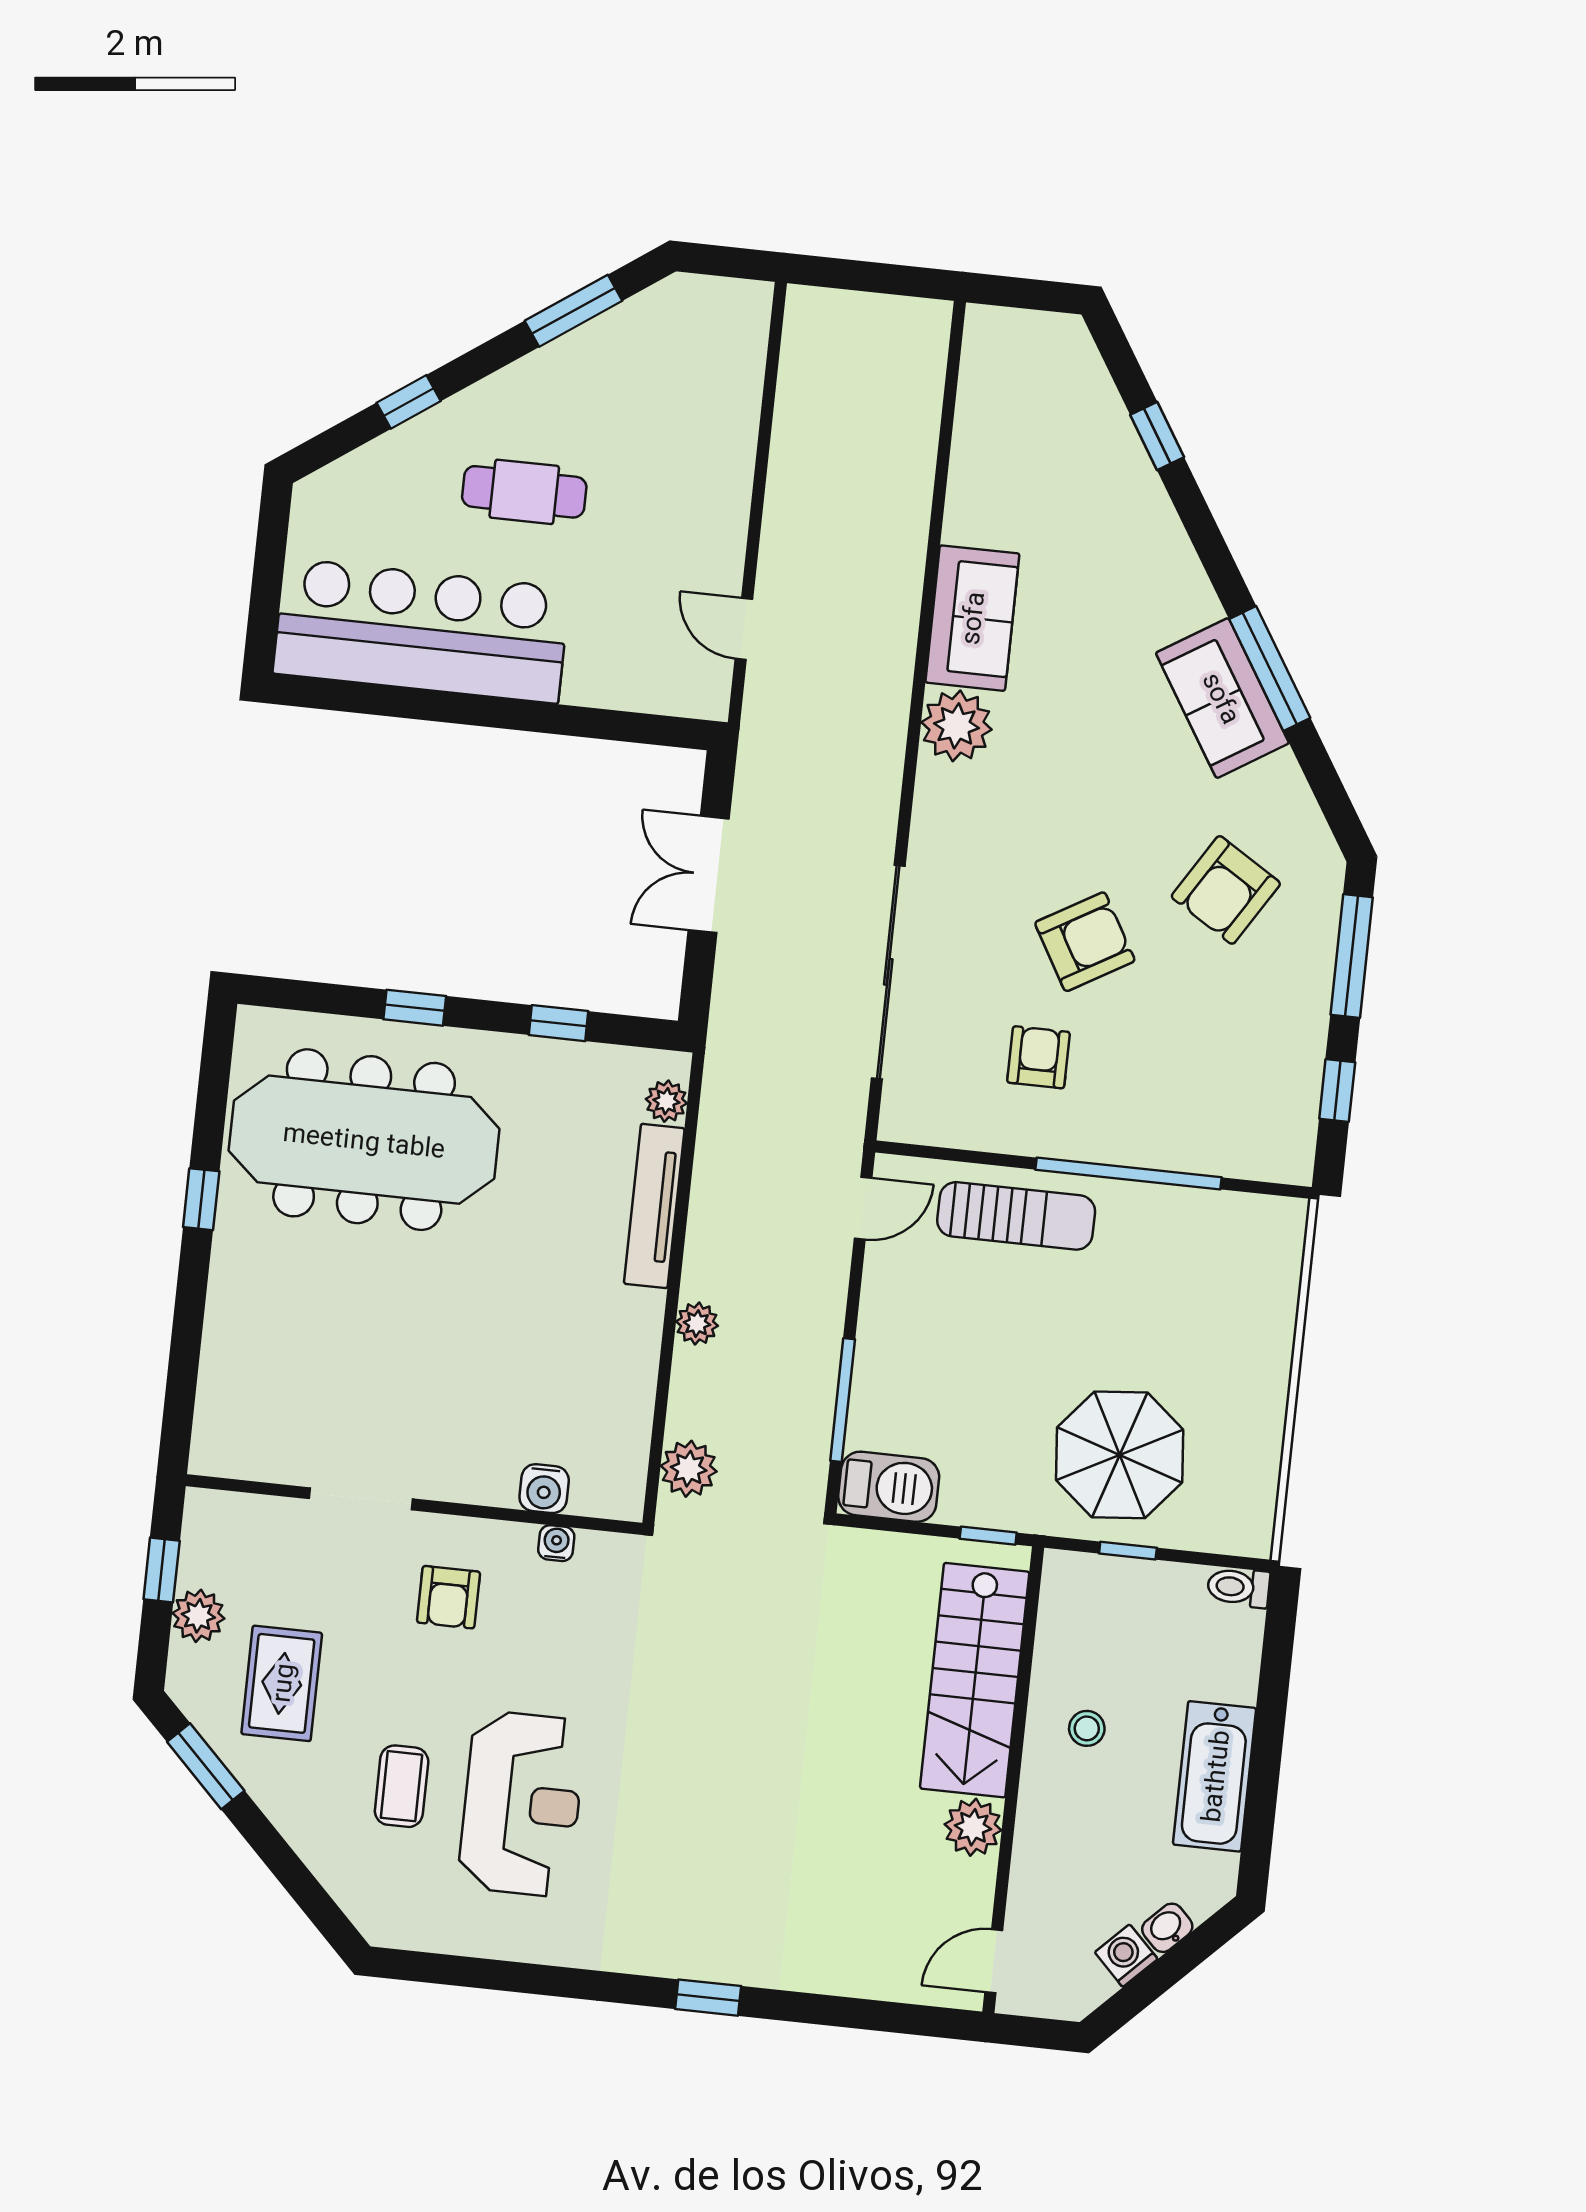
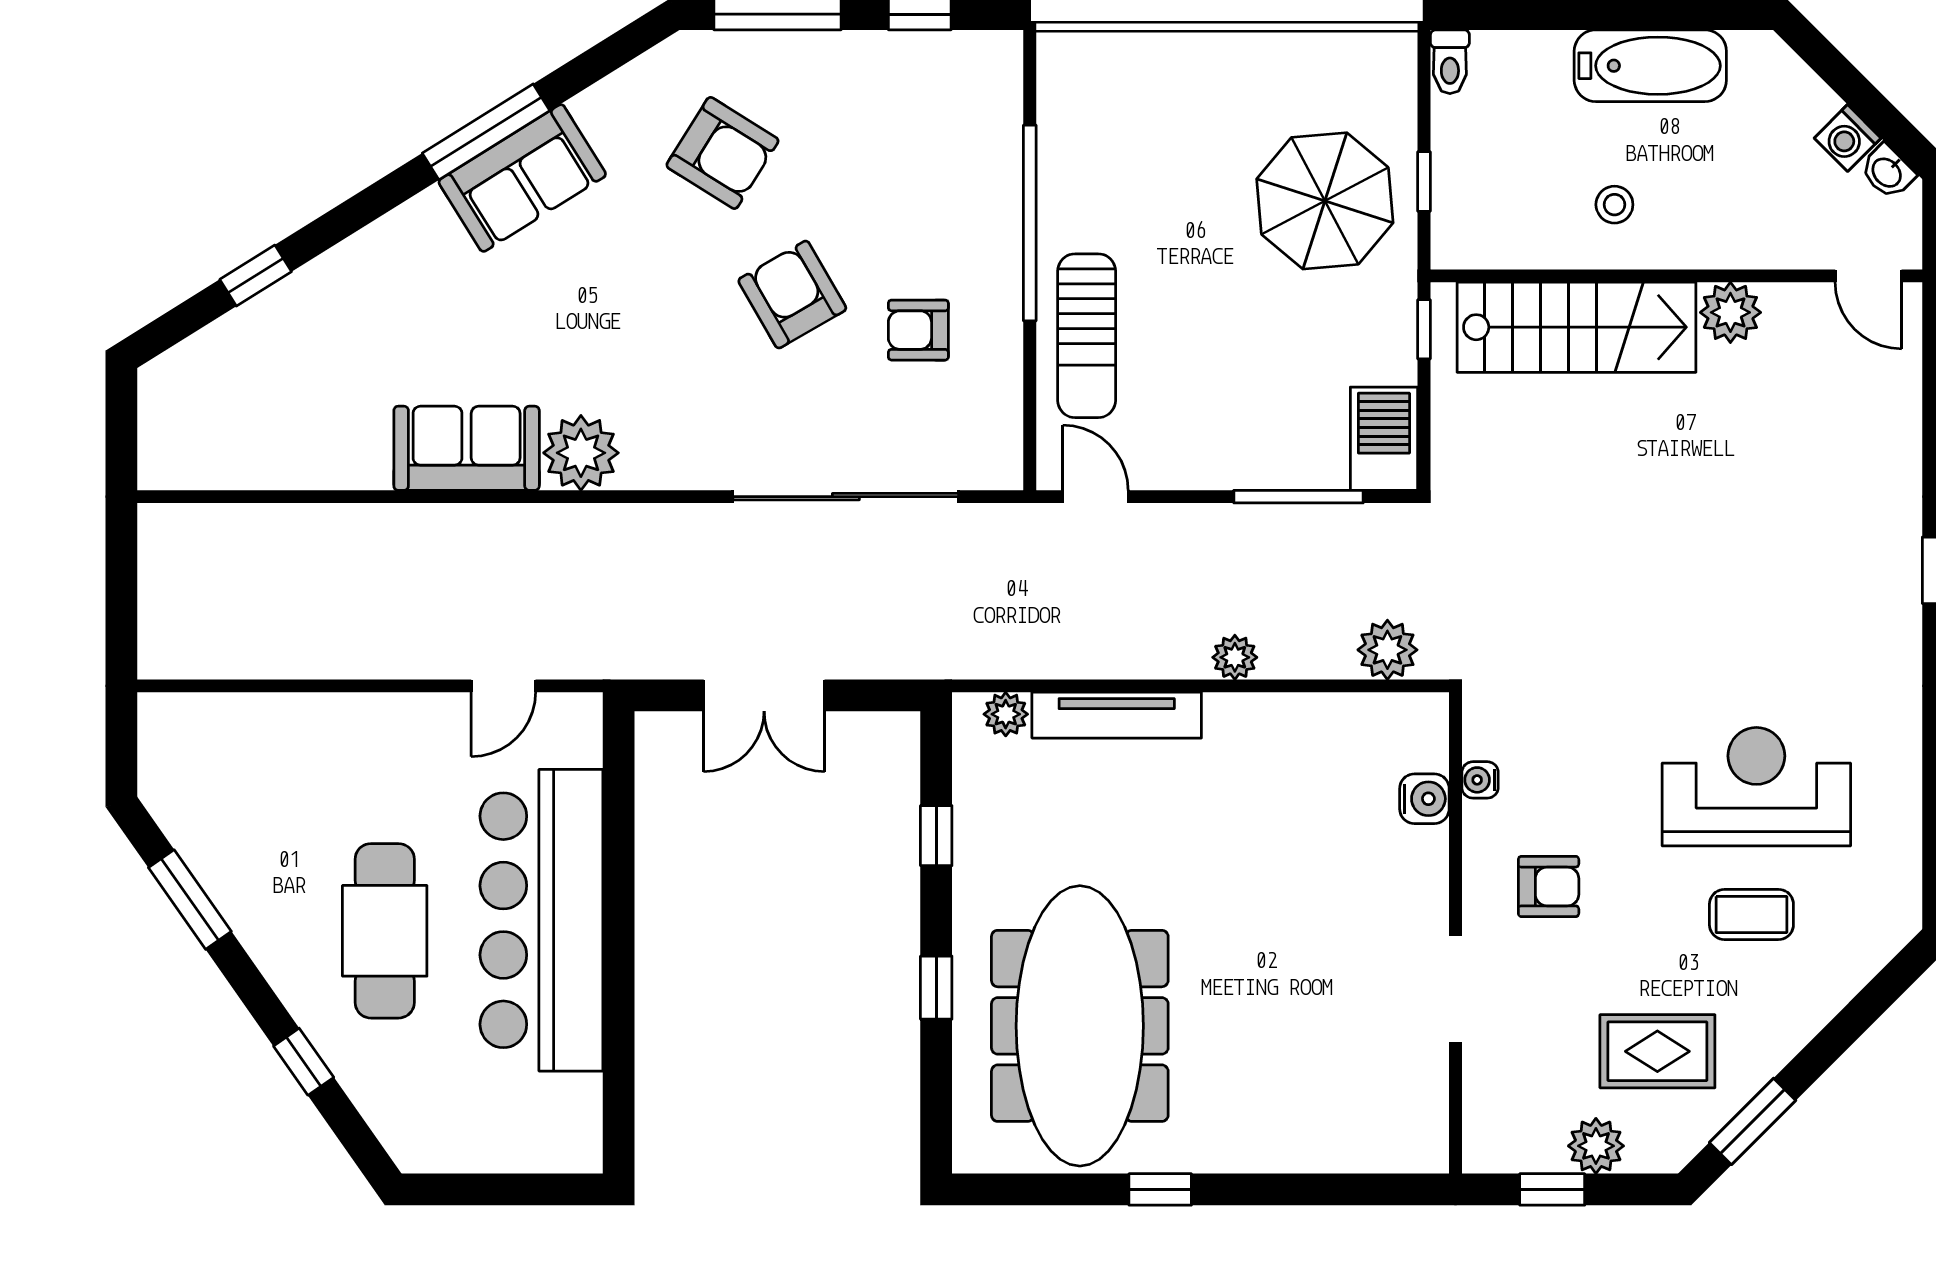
cafe table: (524, 492) -> (385, 931), width x1.37, depth x1.35
bar counter: (421, 631) -> (541, 920), moved
sun lounger: (1016, 1216) -> (1087, 336), turned 180
washbasin: (1167, 1928) -> (1887, 172), moved

